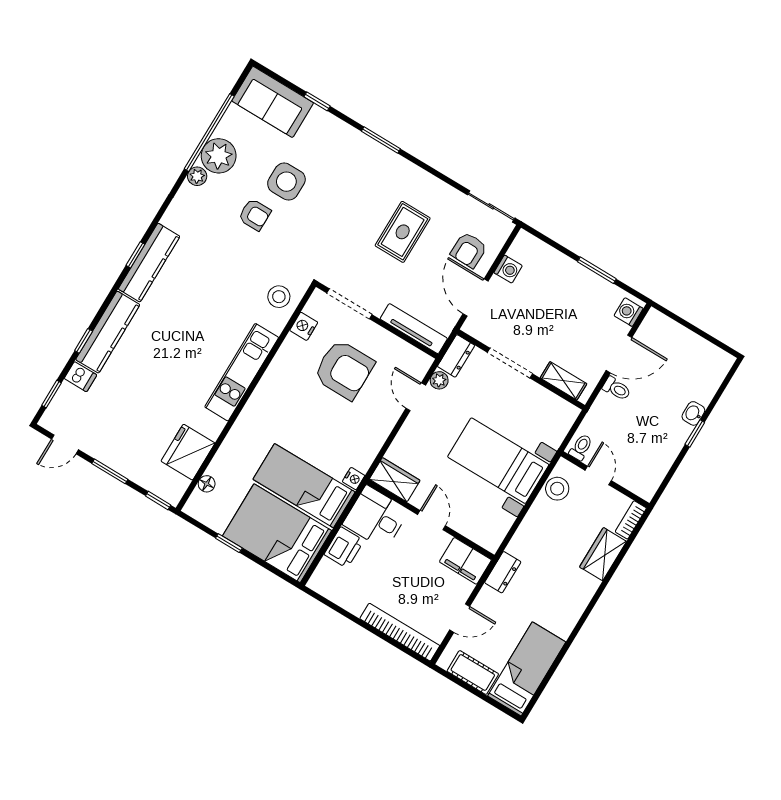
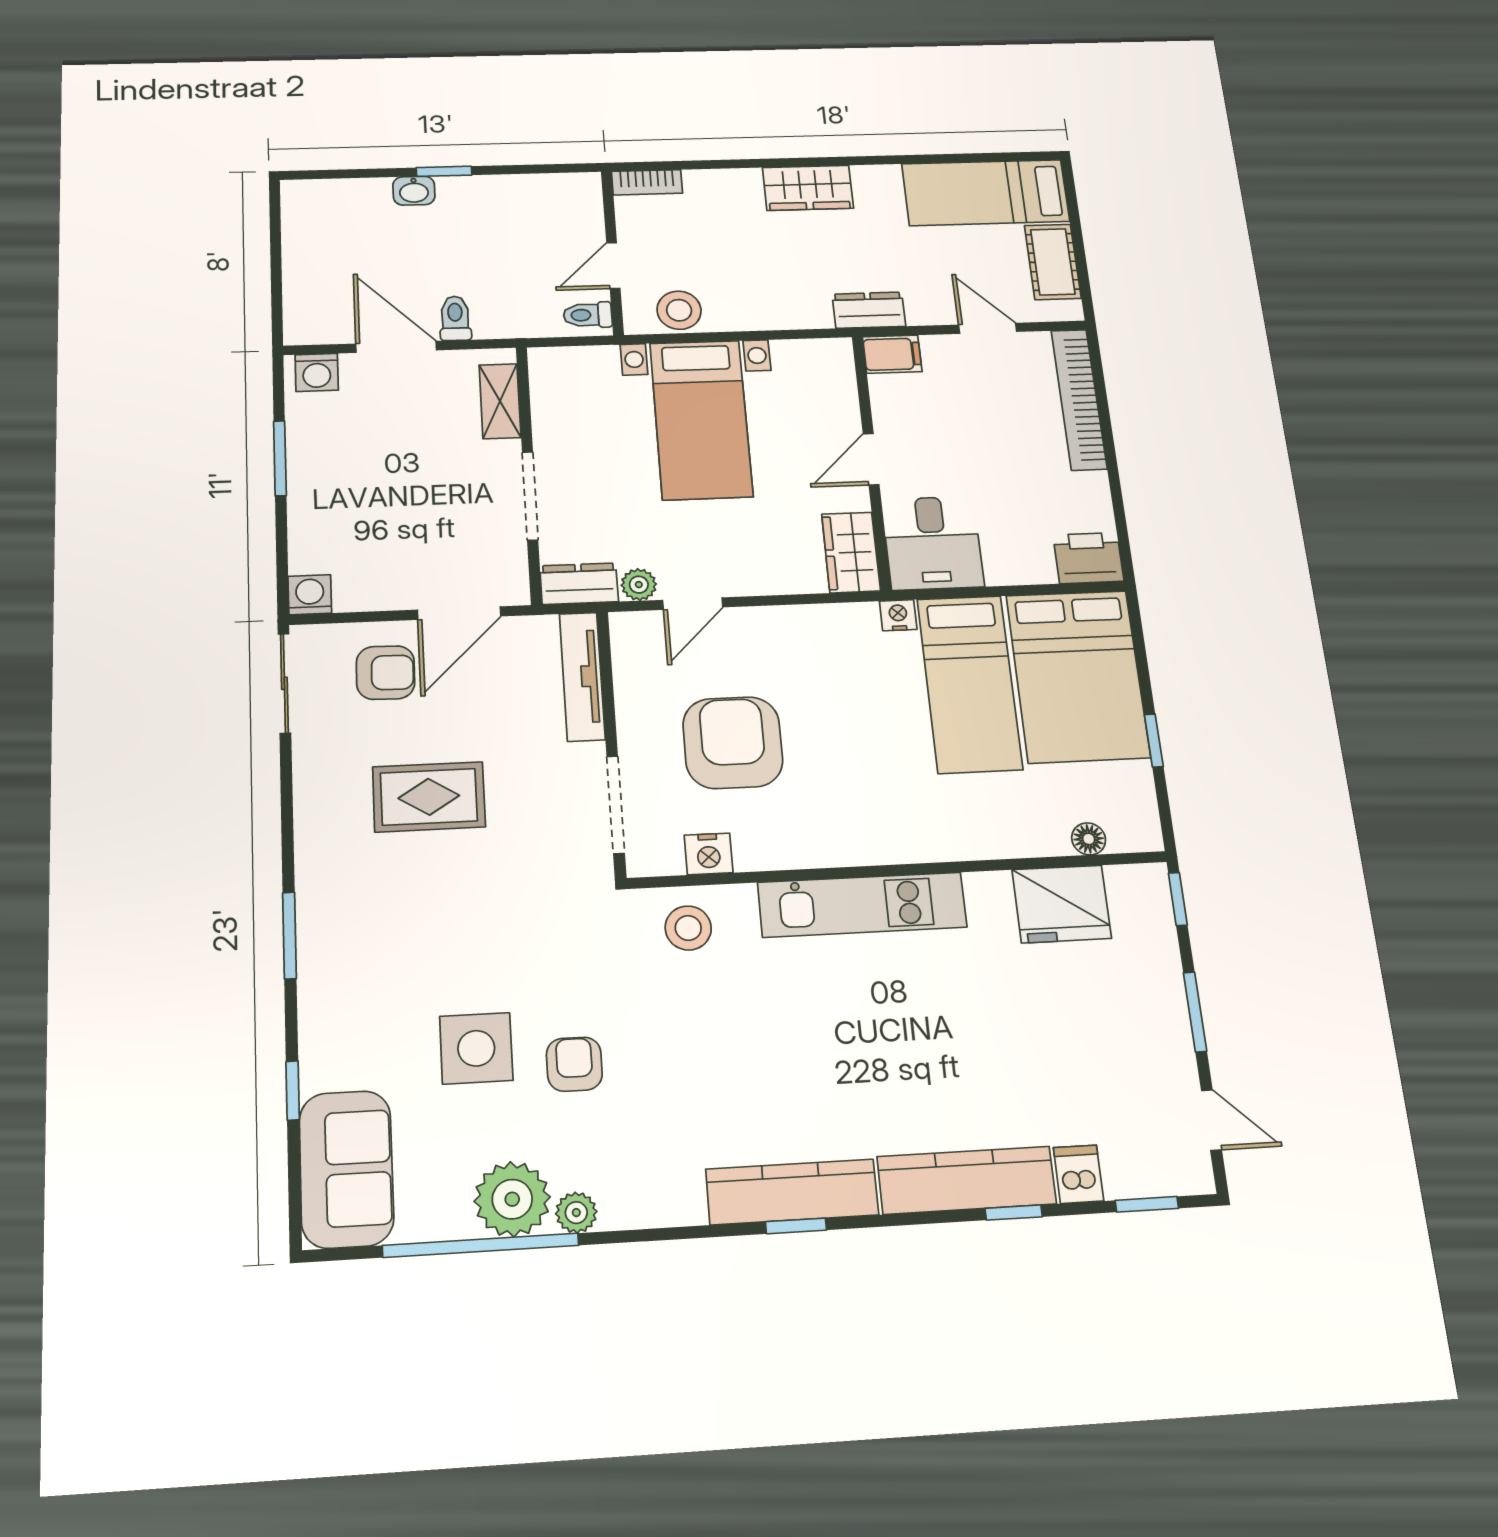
washing machine: (508, 269) -> (310, 595), moved
printer: (344, 548) -> (1088, 558), moved
wardrobe: (603, 554) -> (808, 188), moved
filing cabinet: (465, 561) -> (892, 354), width x0.50

